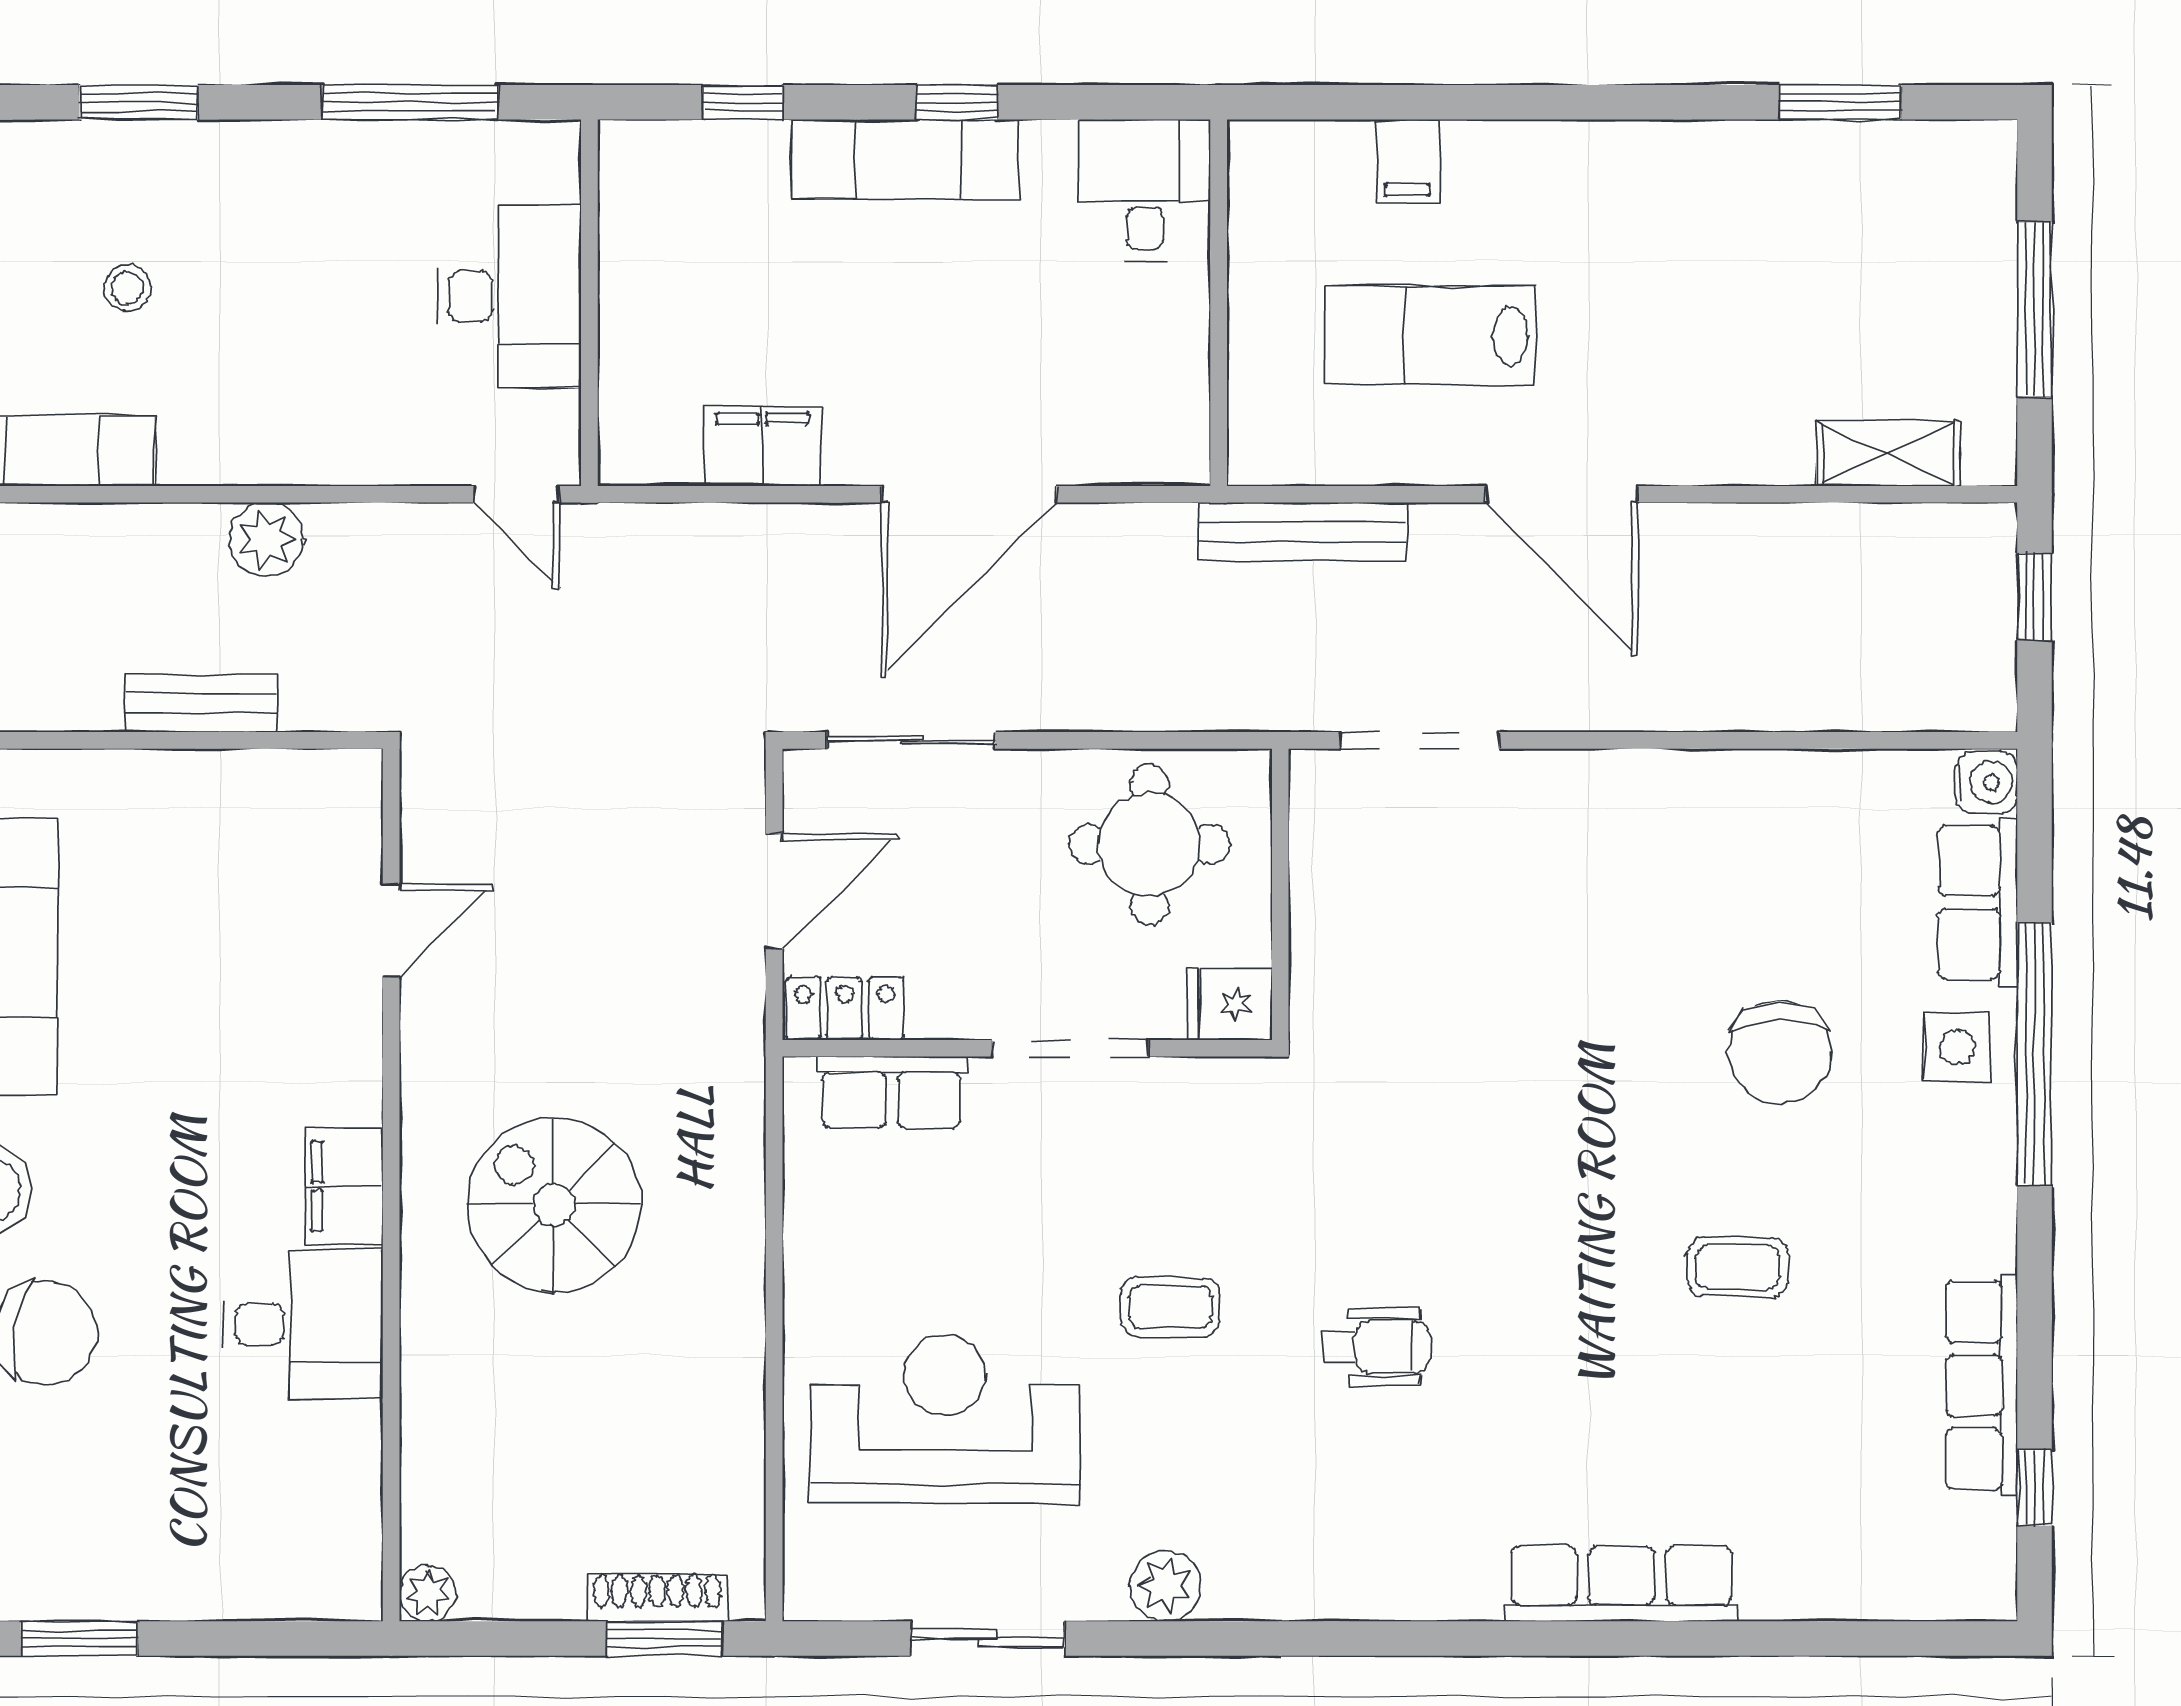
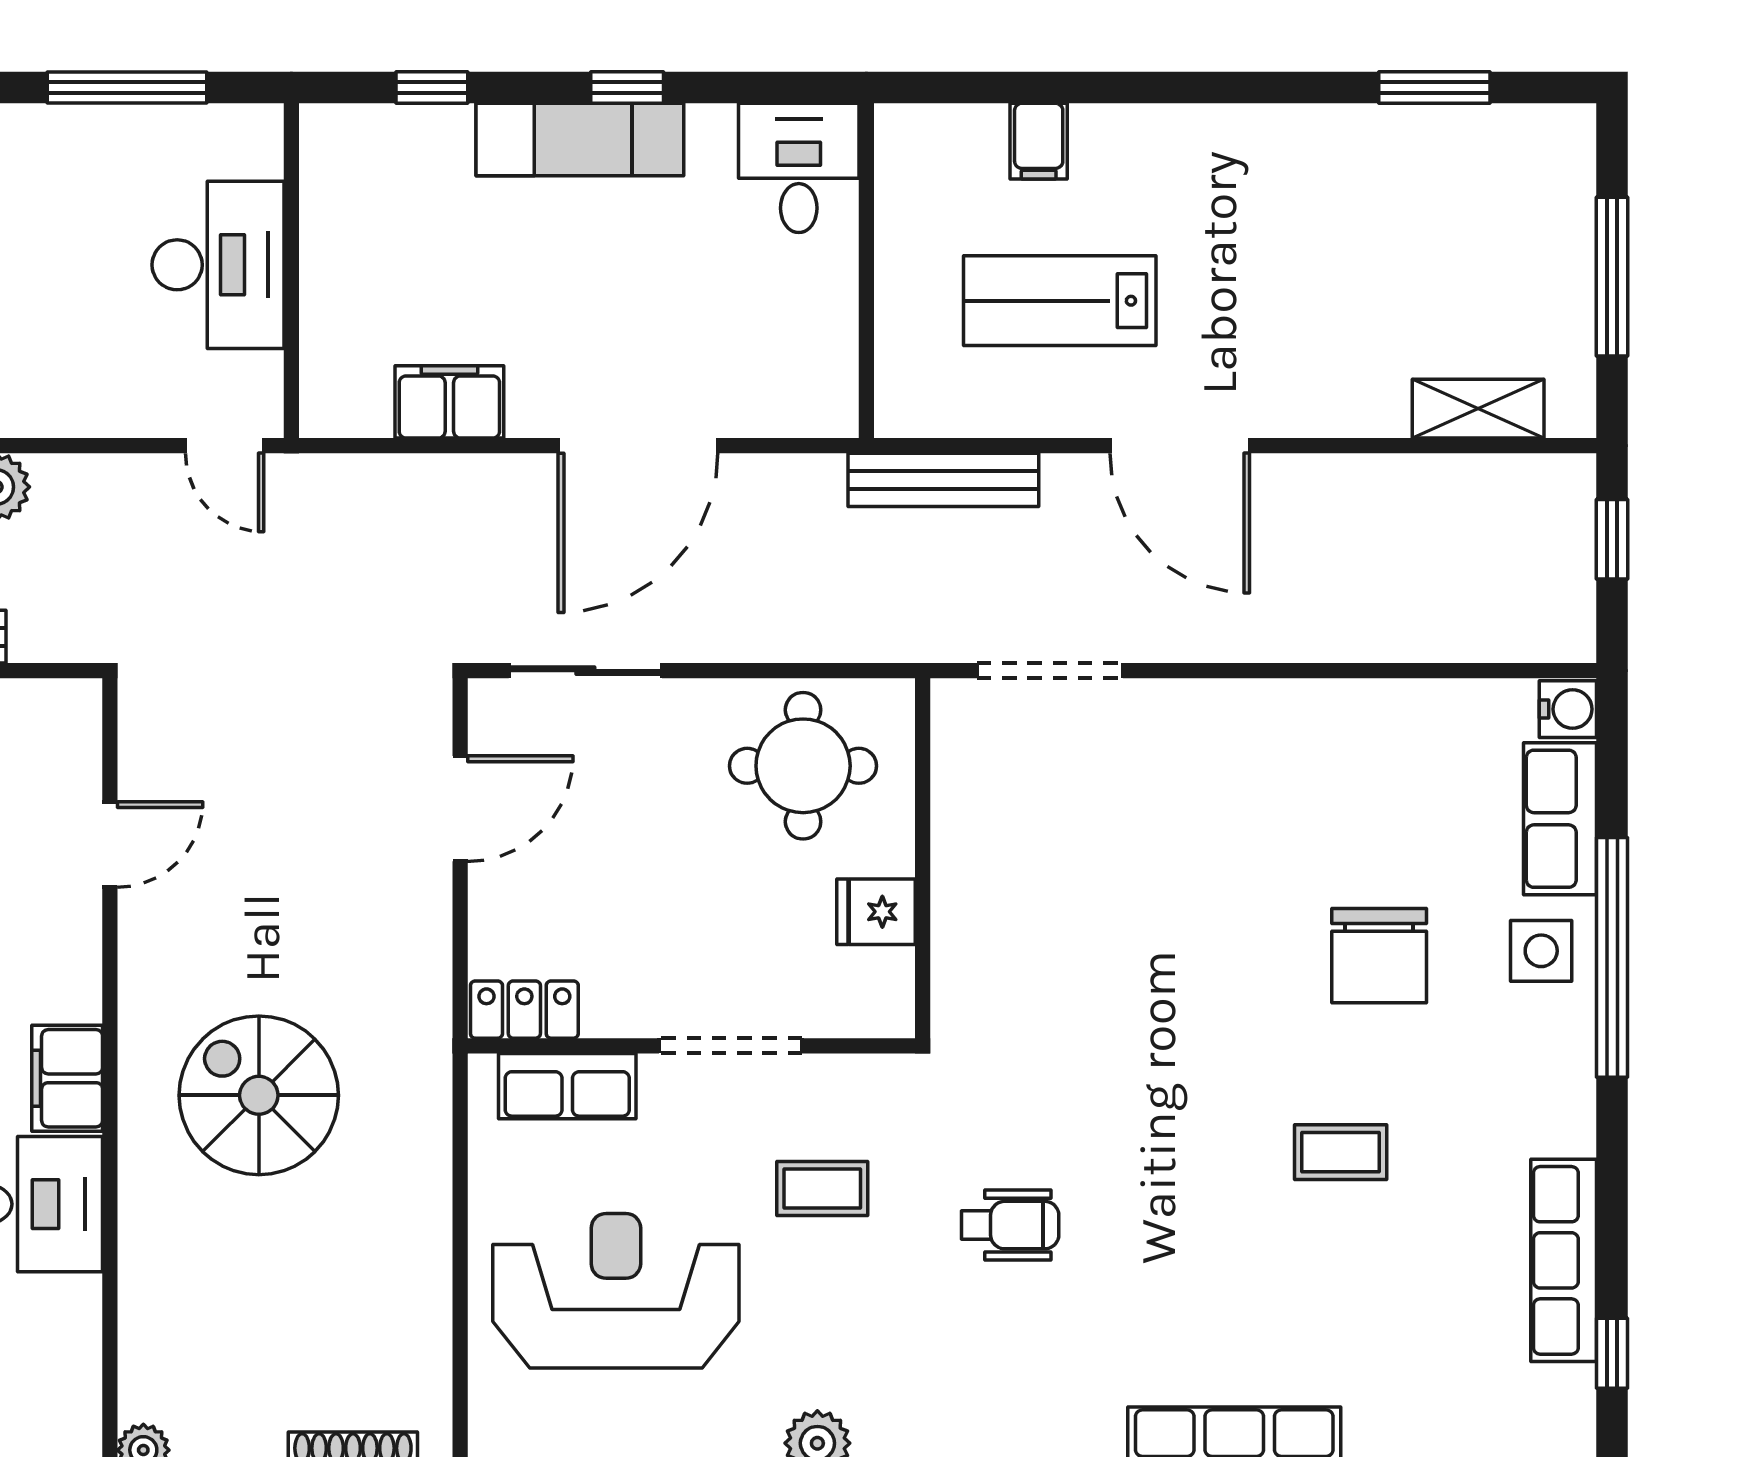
locker: (844, 1009) -> (524, 1010), moved
wall: (1027, 1048) -> (691, 1046), moved
doorway: (1070, 1048) -> (731, 1046), moved
row of seats: (891, 1092) -> (567, 1086), moved

